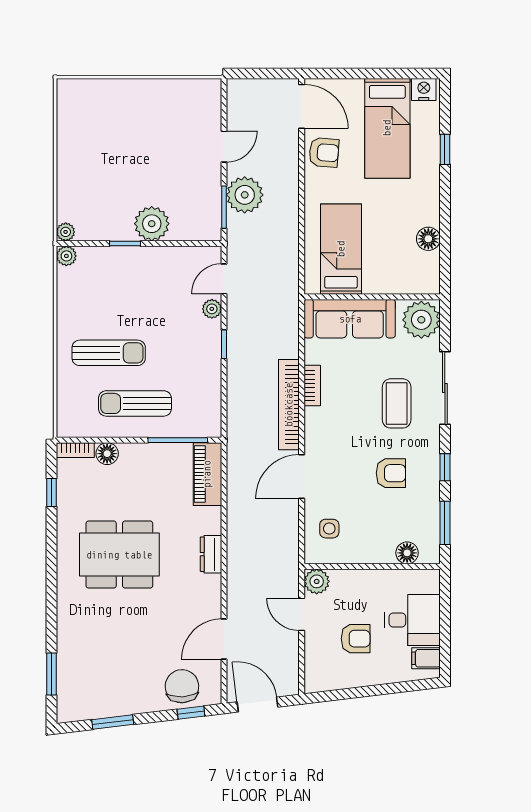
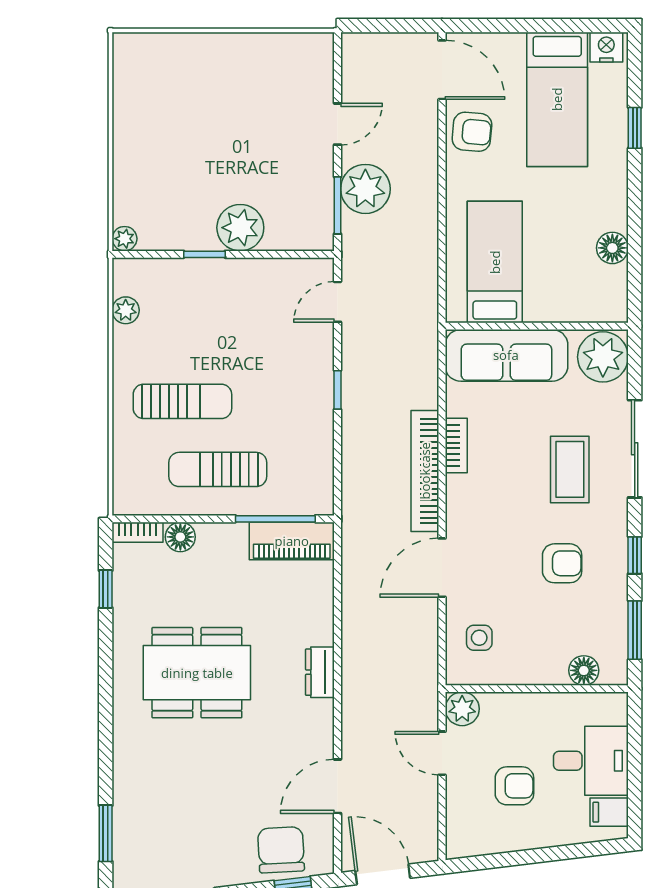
plant: (66, 256) -> (126, 310), moved
plant: (212, 309) -> (321, 342), removed
piano: (207, 474) -> (292, 541), moved, turned -90

